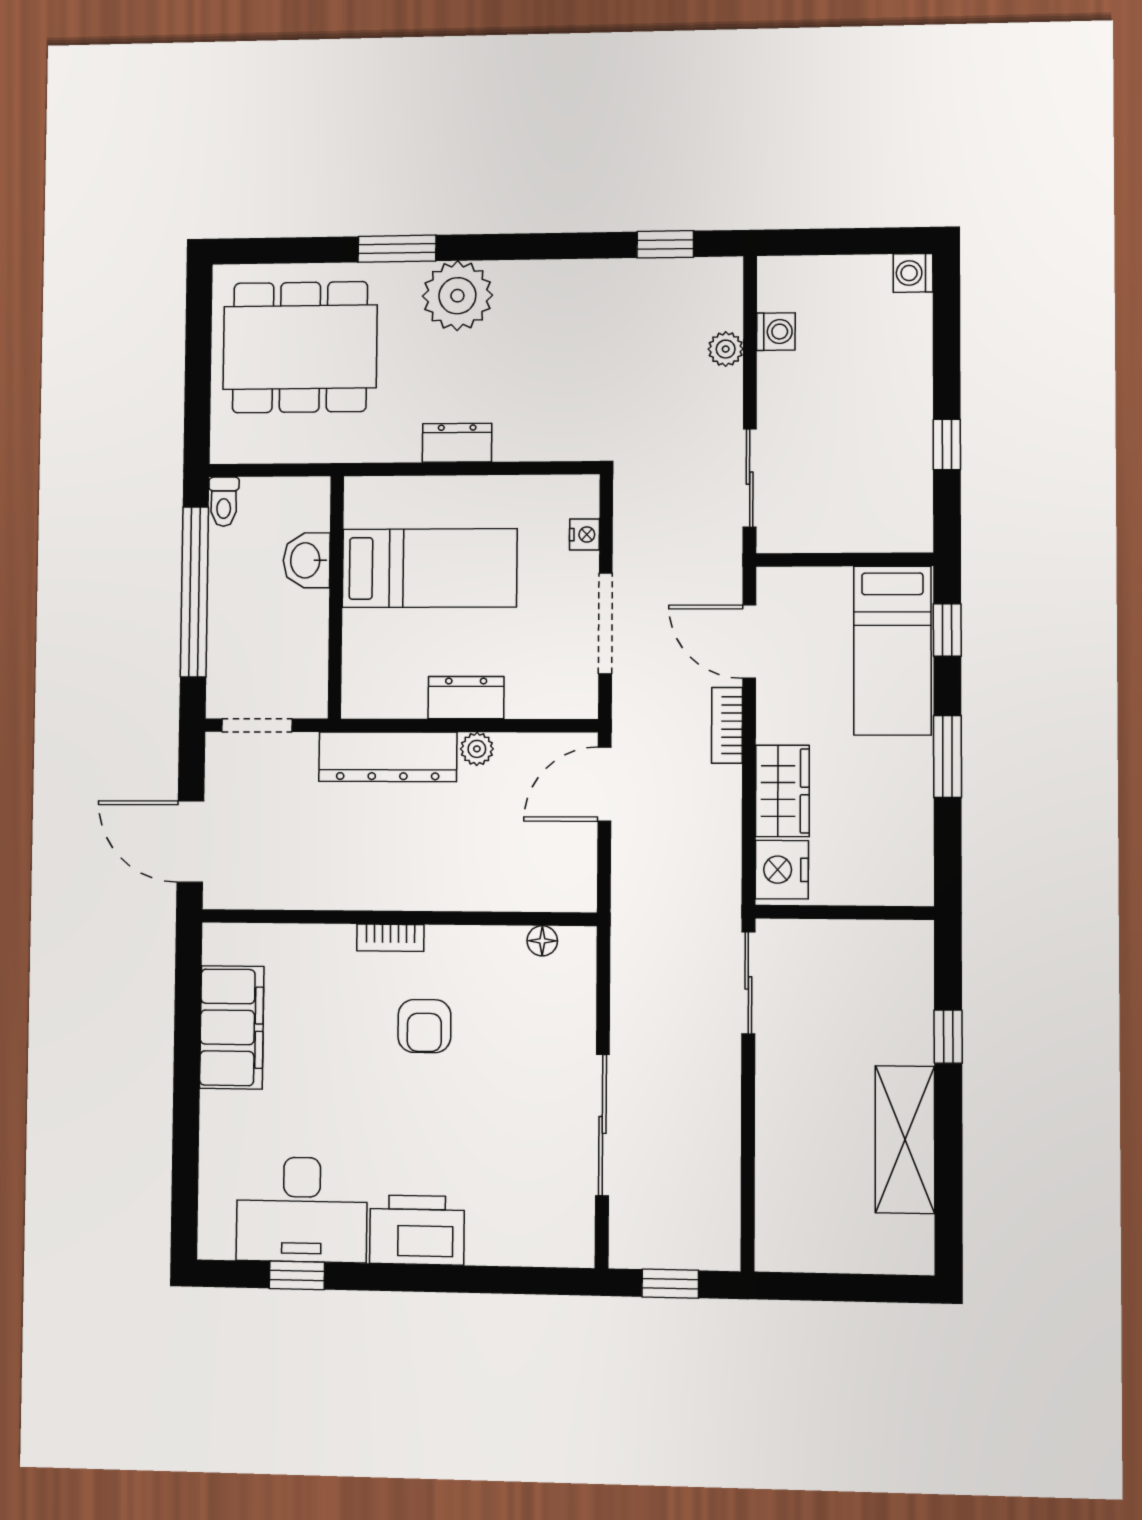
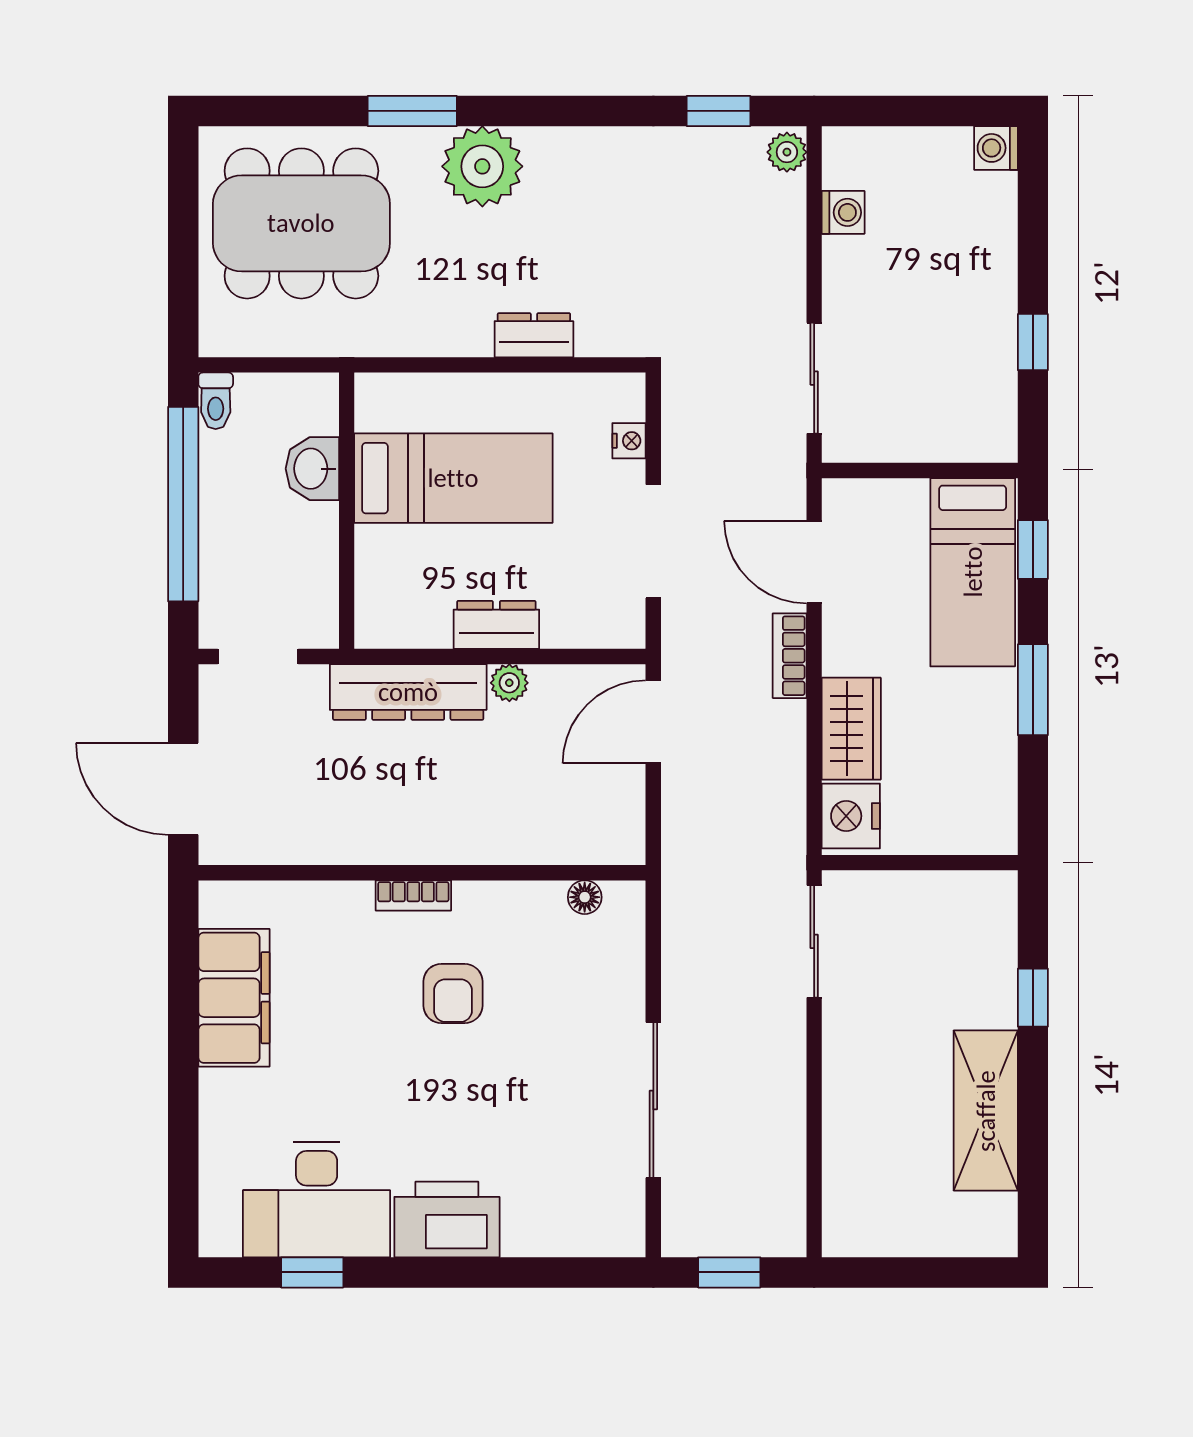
plant: (726, 349) -> (787, 152), moved
dresser: (457, 443) -> (534, 335), moved

